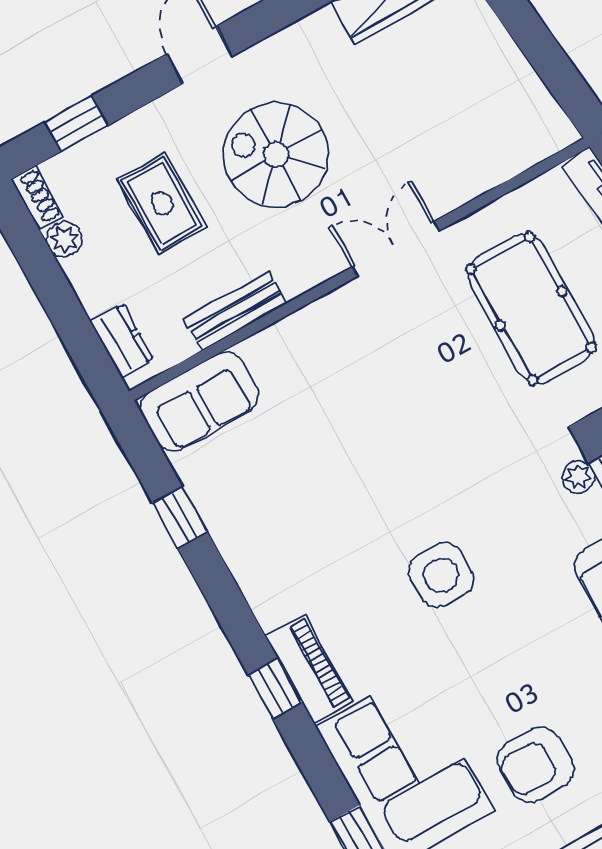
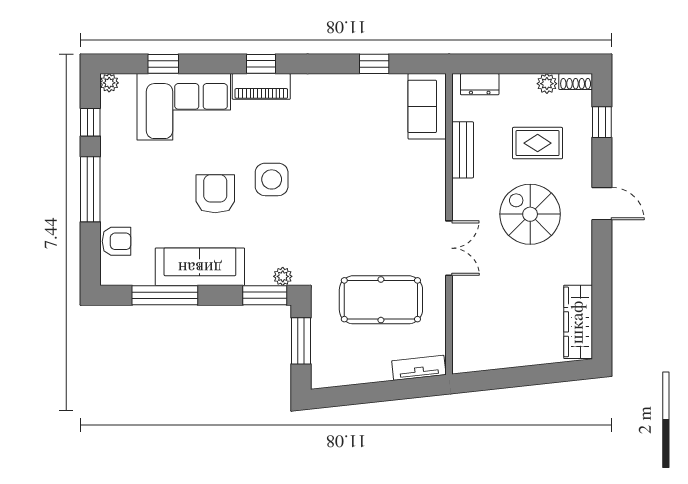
spiral stairs: (276, 155) -> (530, 214), turned -90
armchair: (536, 765) -> (215, 194), moved

